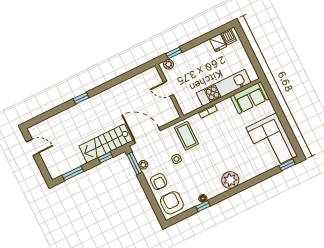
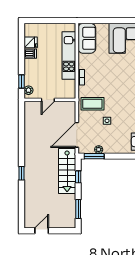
dishwasher: (229, 37) -> (30, 54), moved
armchair: (159, 182) -> (118, 144), removed

